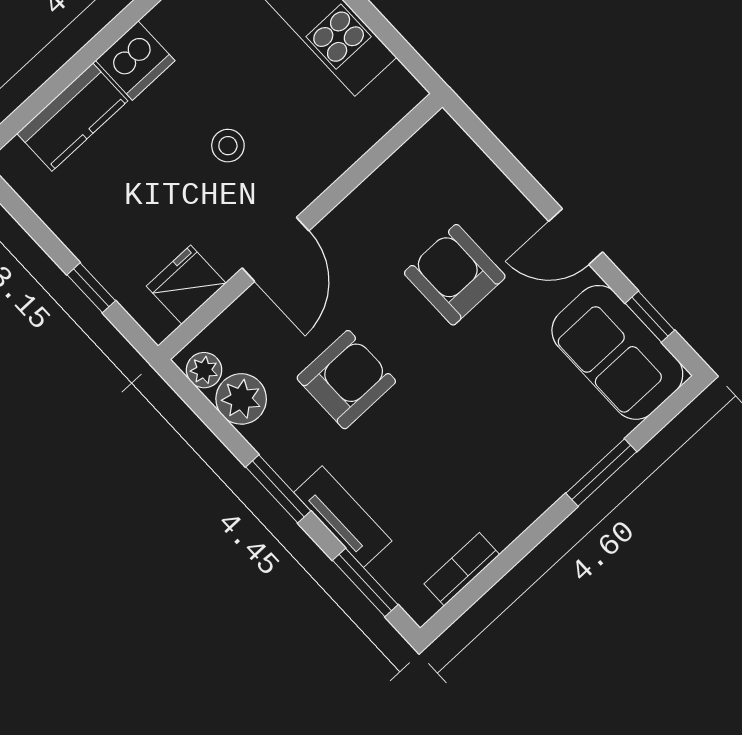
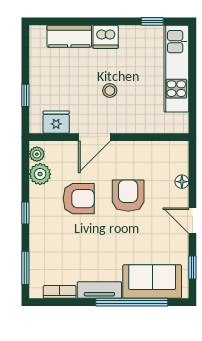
floor lamp: (496, 187) -> (182, 182), added
armchair: (455, 275) -> (128, 196), moved
sofa: (617, 352) -> (152, 281), moved, turned 90
window: (601, 472) -> (132, 302), width x2.11
window: (278, 489) -> (25, 213), width x0.67
tv unit: (343, 517) -> (99, 290), moved, turned -90

